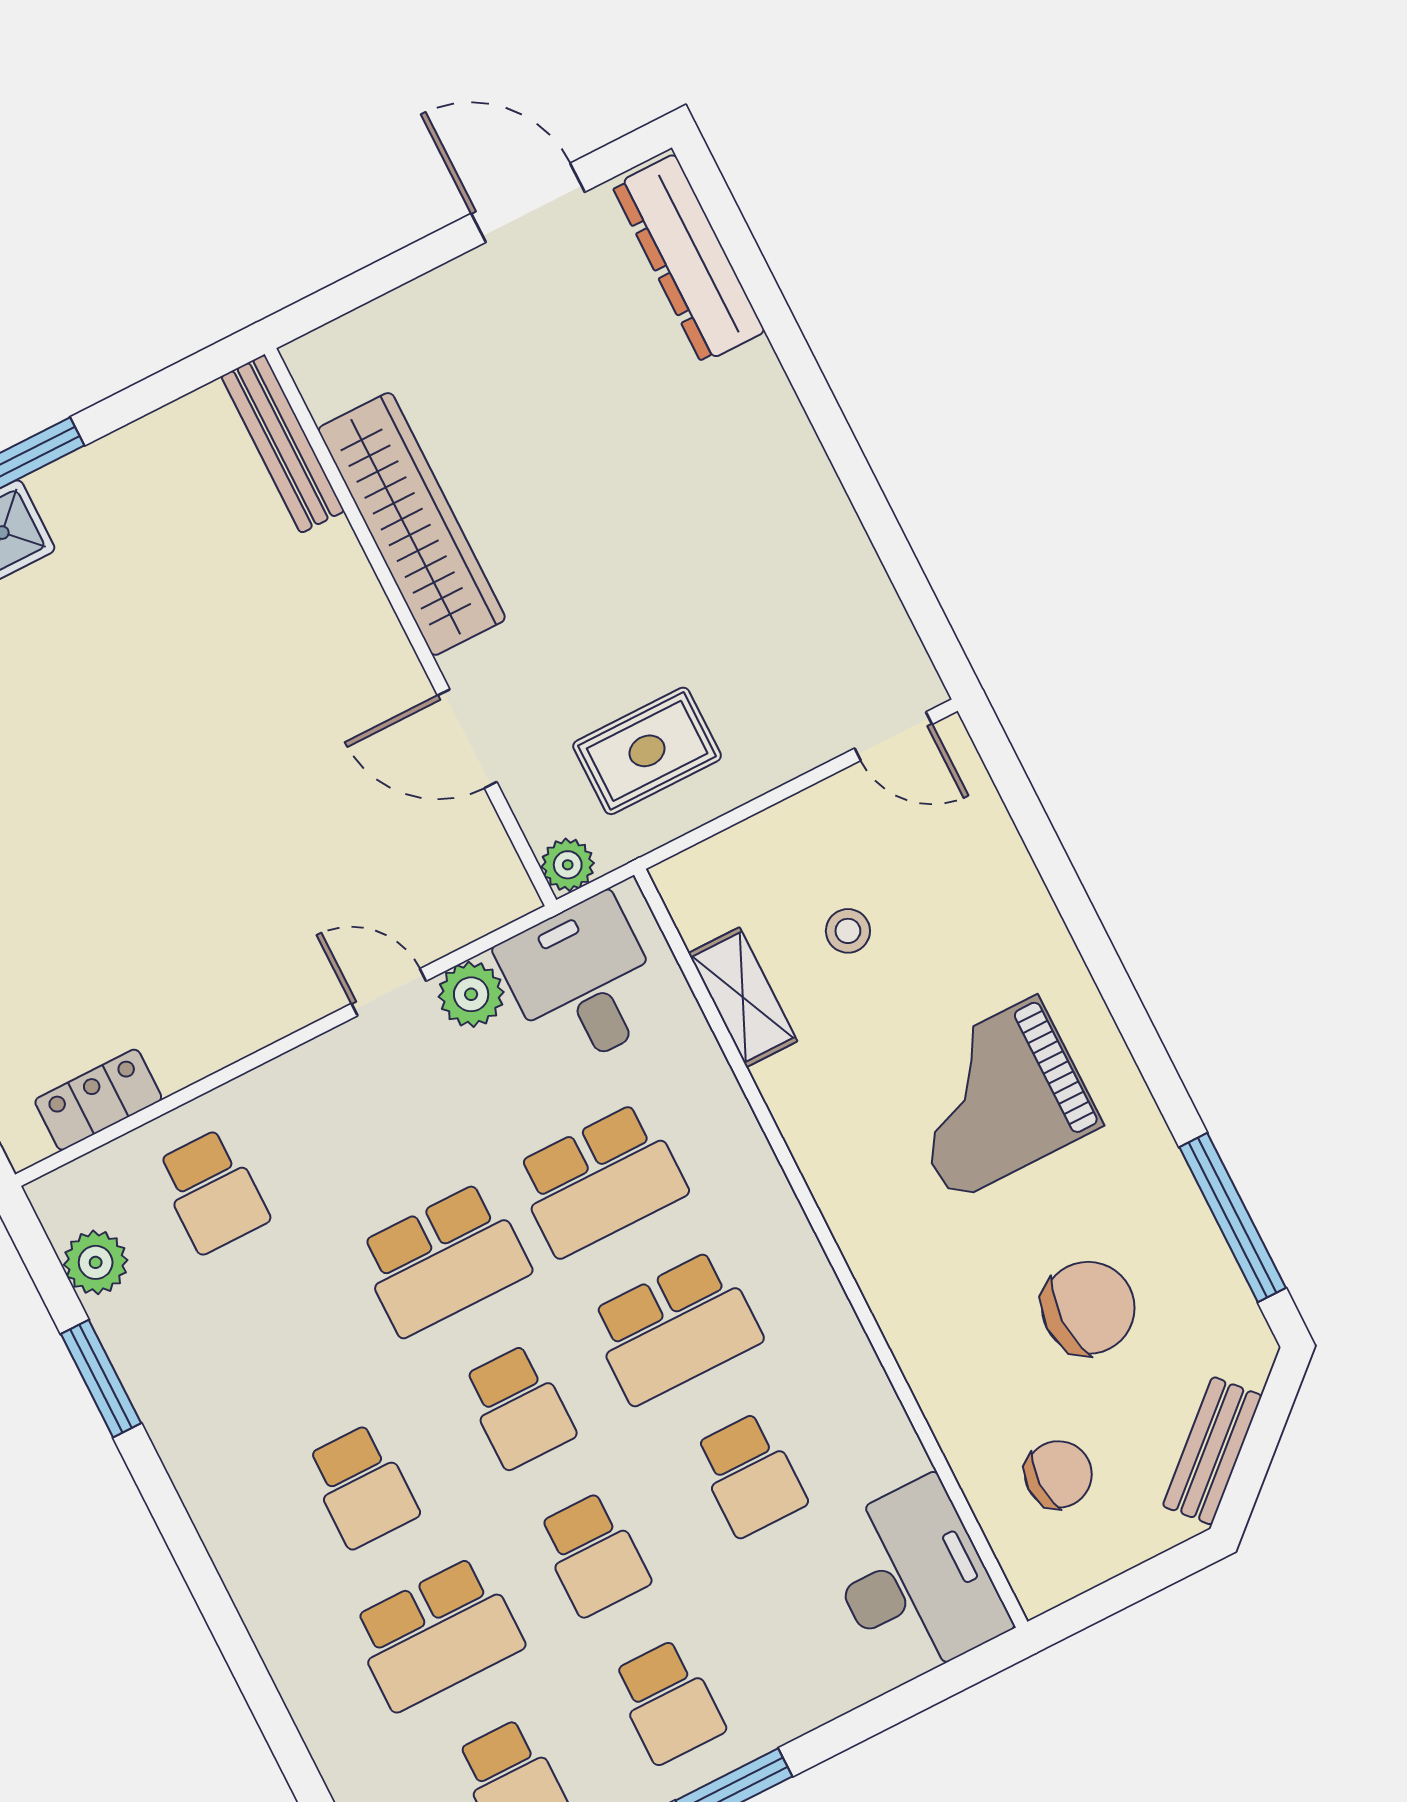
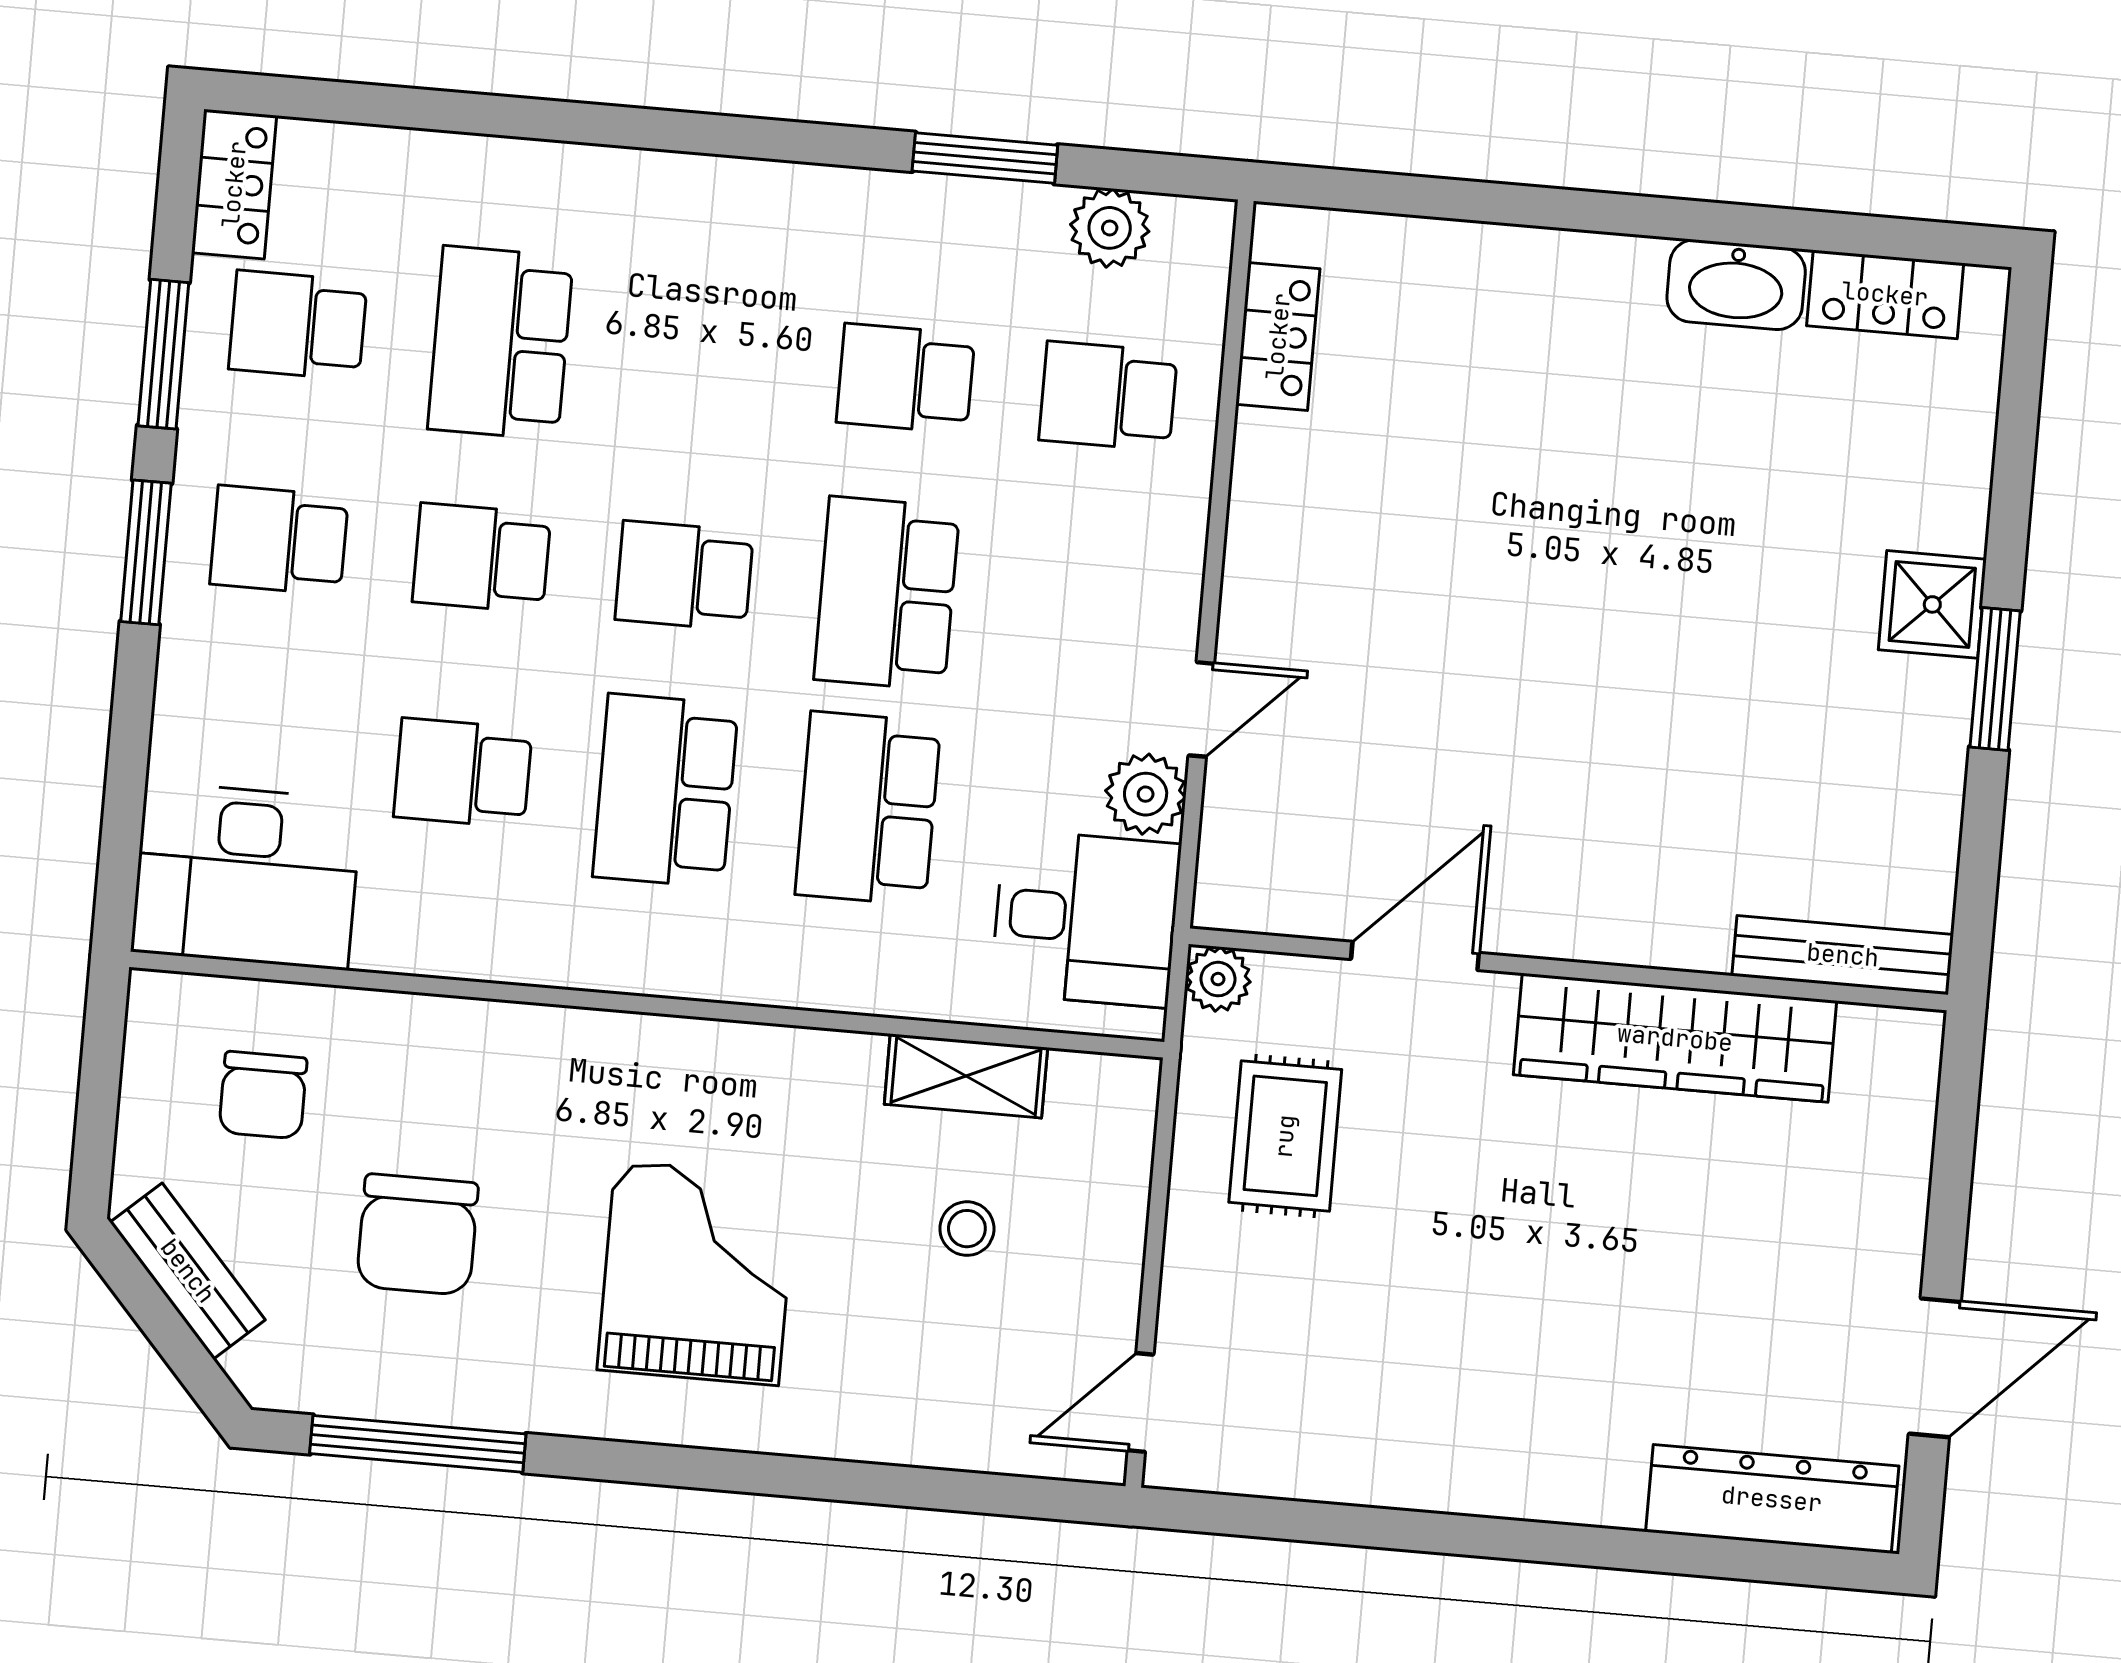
school desk: (362, 1486) -> (906, 378), moved

